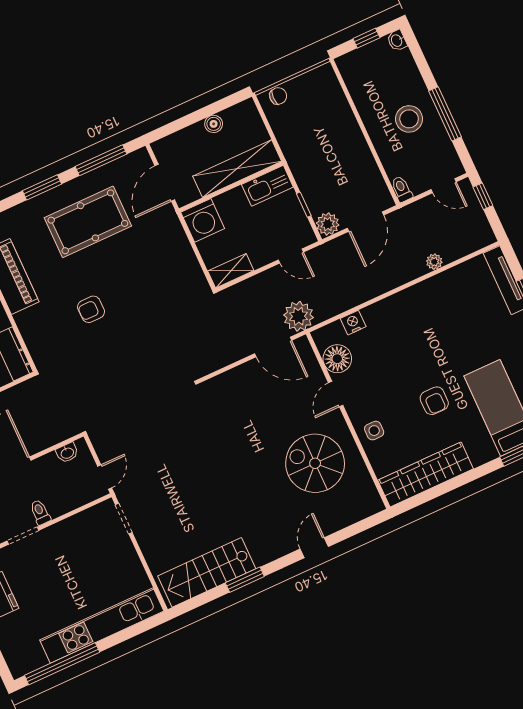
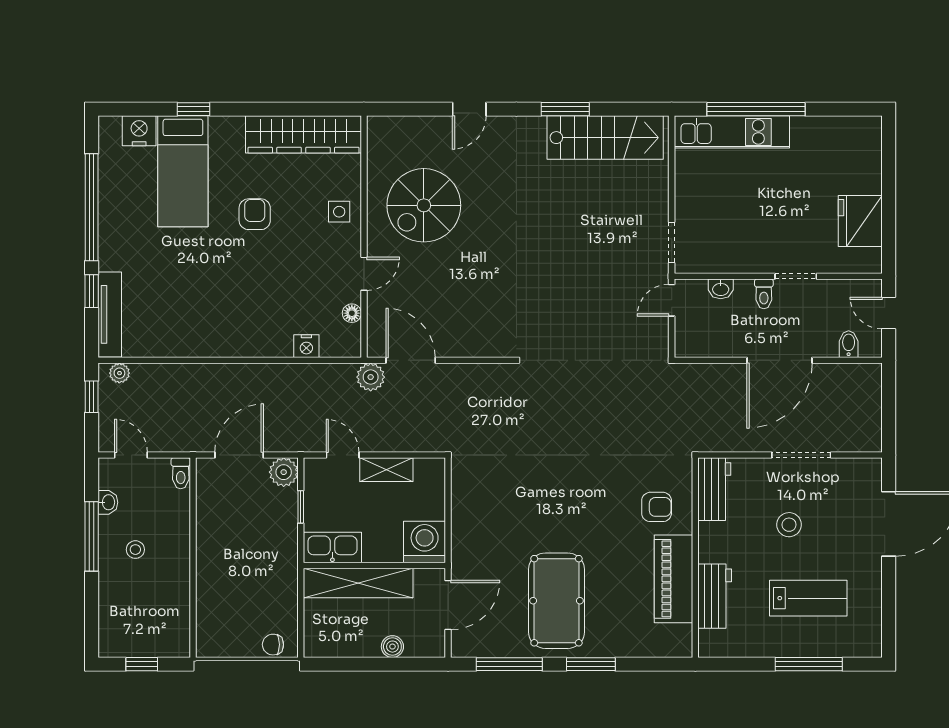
washbasin: (397, 40) -> (108, 502), moved
stool: (409, 119) -> (135, 550), width x0.53, depth x0.53
boiler: (214, 124) -> (392, 647), moved
window: (483, 196) -> (92, 397), moved
pool table: (88, 222) -> (556, 601), turned 90
plant: (434, 262) -> (119, 373), moved
shelving: (231, 271) -> (386, 470), moved
armchair: (91, 309) -> (657, 507), moved
plant: (298, 316) -> (371, 377), width x0.73, depth x0.73
floor lamp: (337, 359) -> (352, 313), width x0.53, depth x0.53
washbasin: (67, 453) -> (721, 289), moved, turned 180
spiral stairs: (315, 463) -> (424, 205), turned 90
kitchen unit: (102, 626) -> (732, 132), width x0.73
window: (62, 664) -> (756, 109), moved

